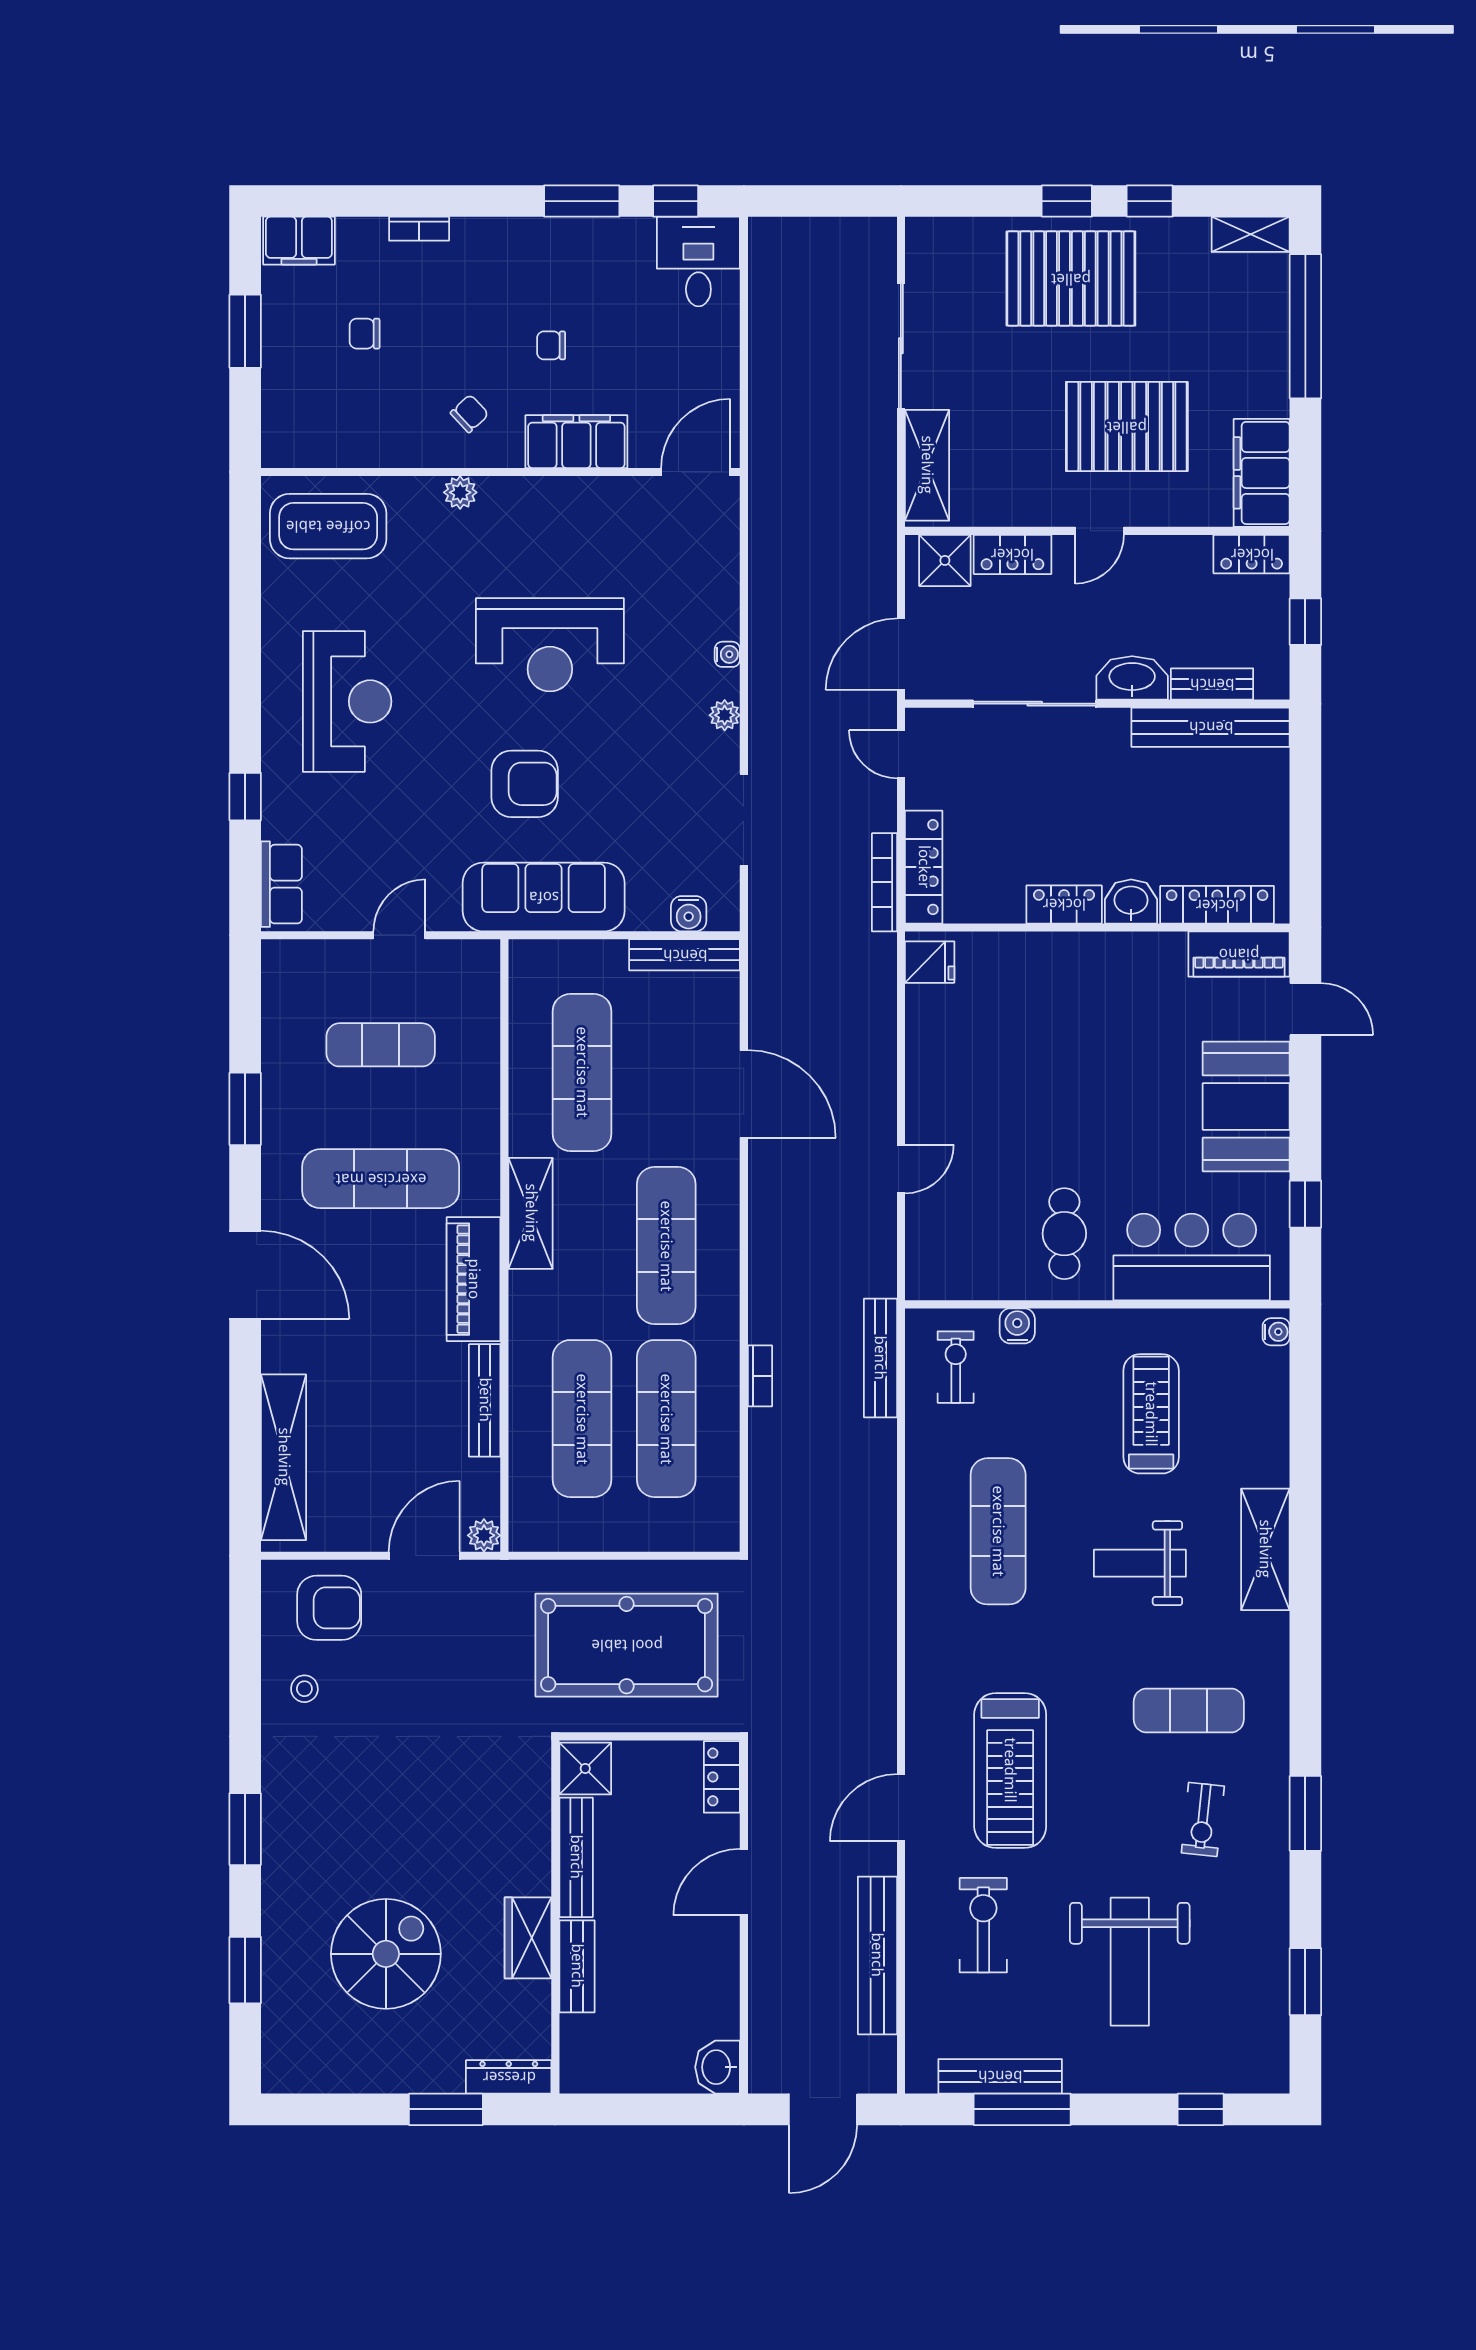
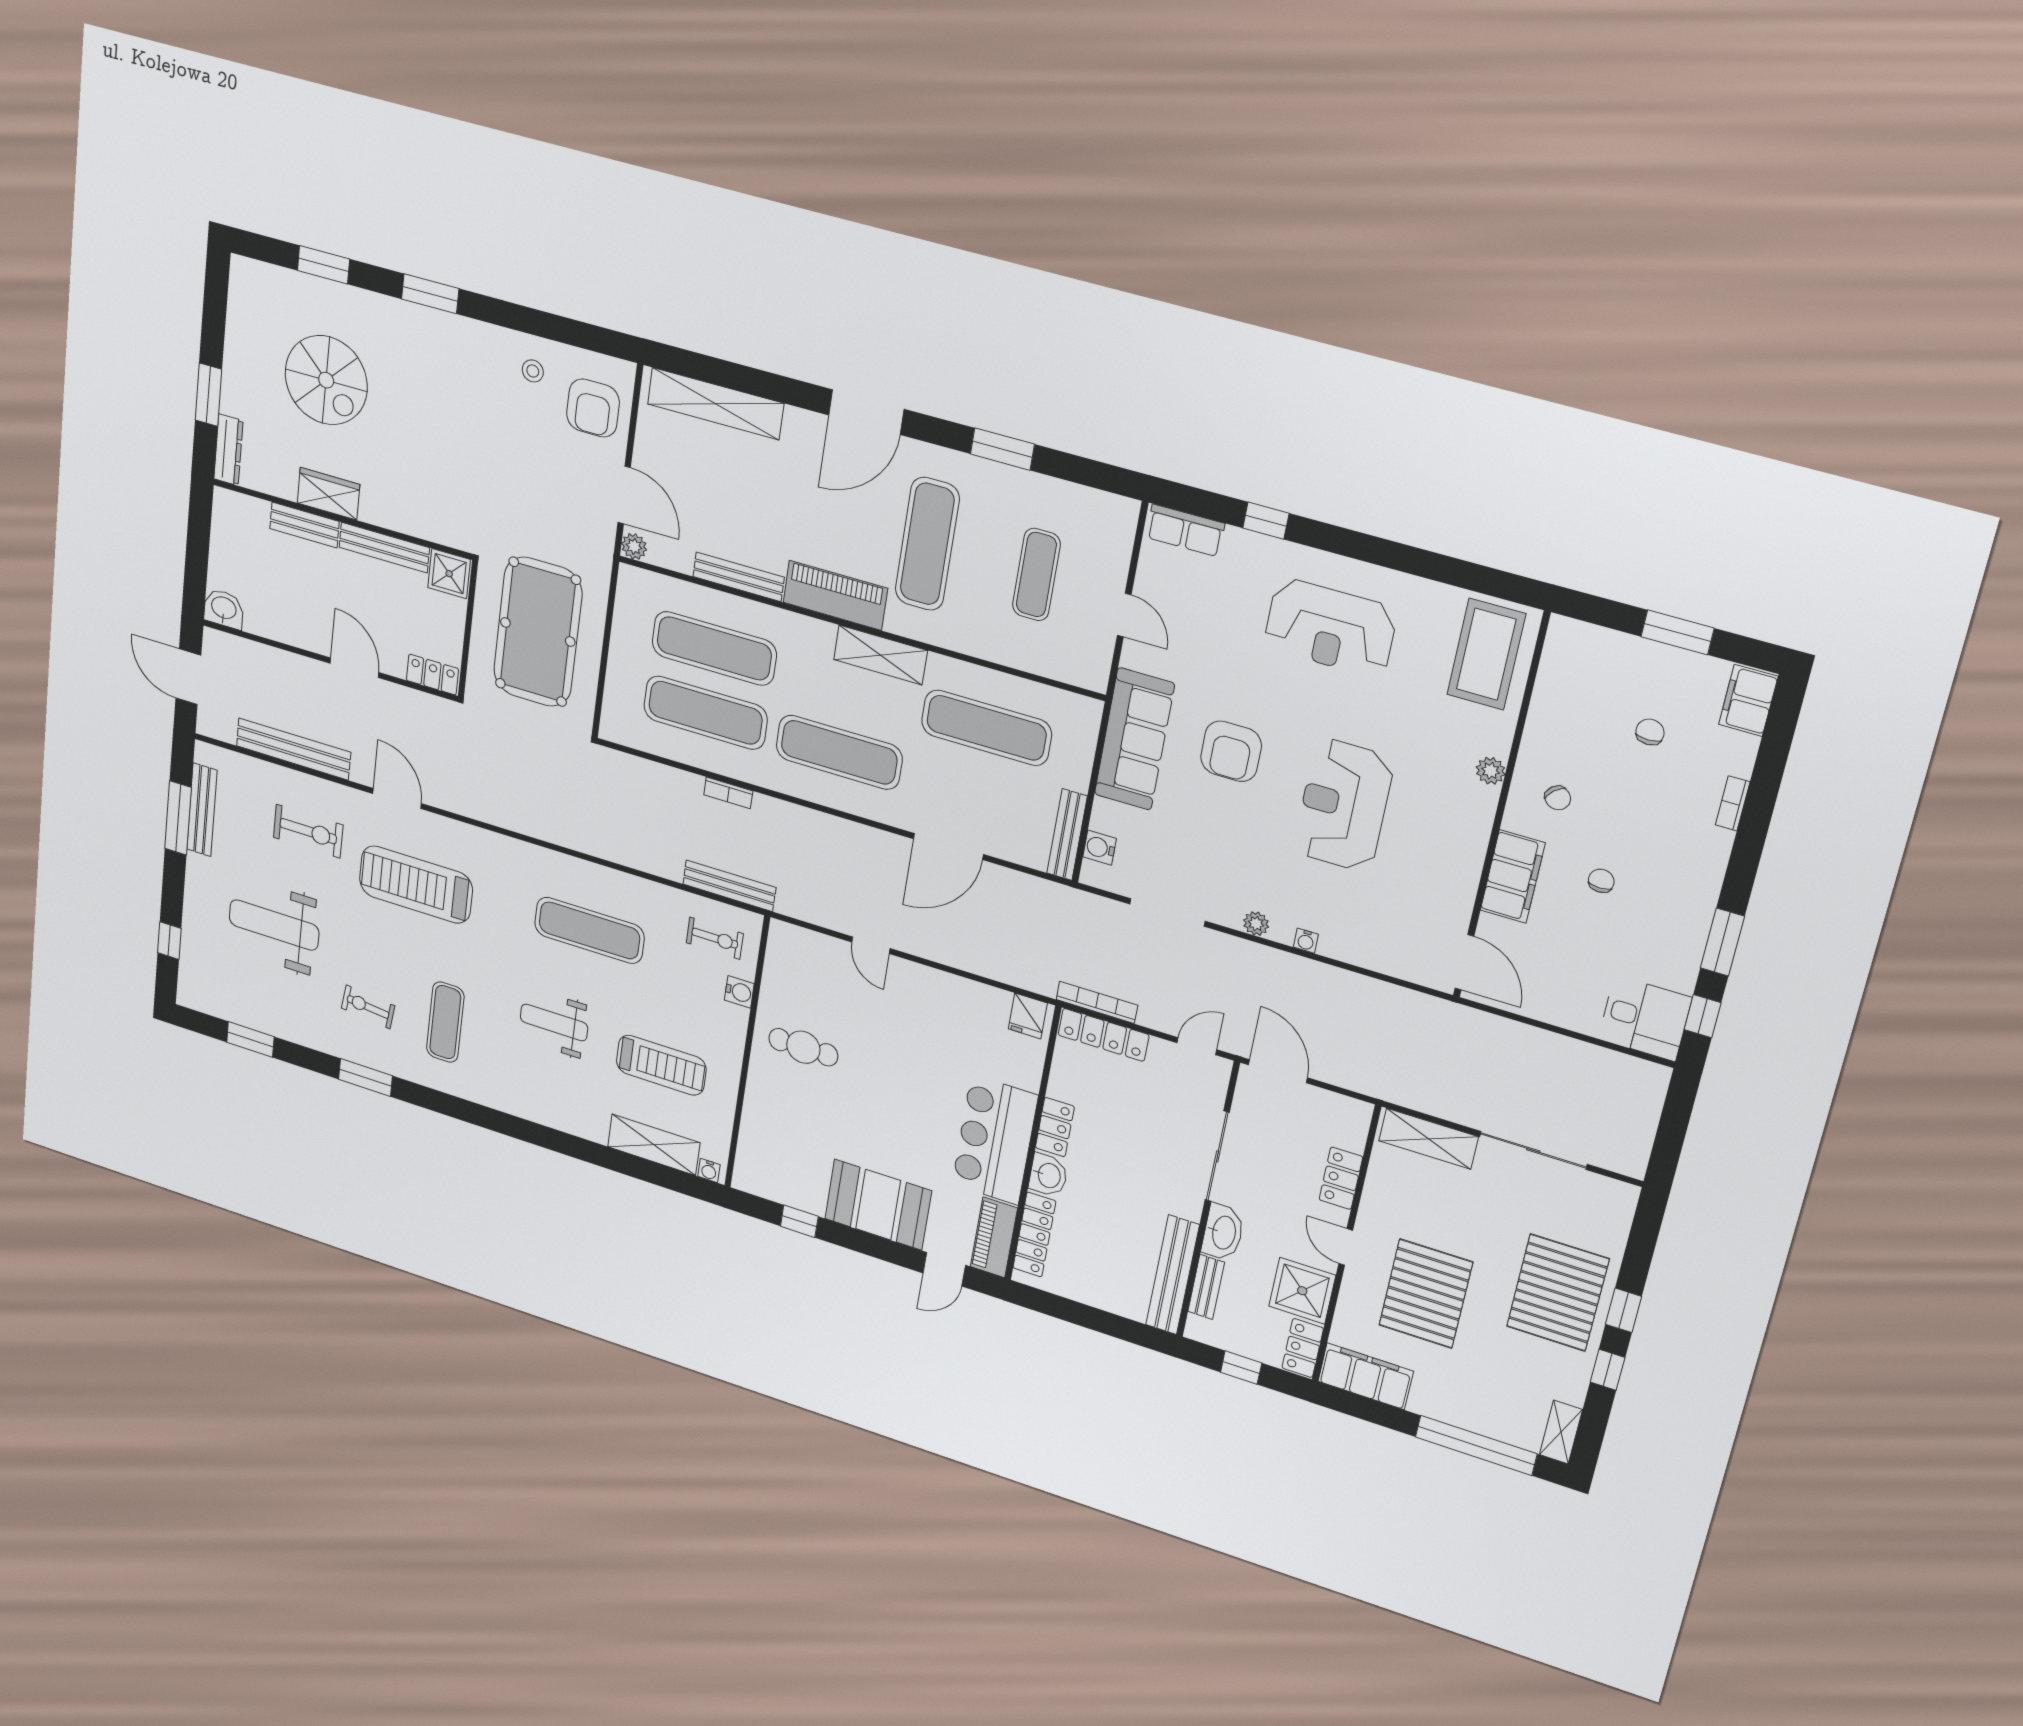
shower: (945, 560) -> (1302, 1291), moved, width x1.36, depth x1.36
bar counter: (1192, 1257) -> (995, 1140), moved, turned 180
shelving: (1265, 1549) -> (654, 1145), moved
weight bench: (1140, 1563) -> (554, 1022), turned -90

